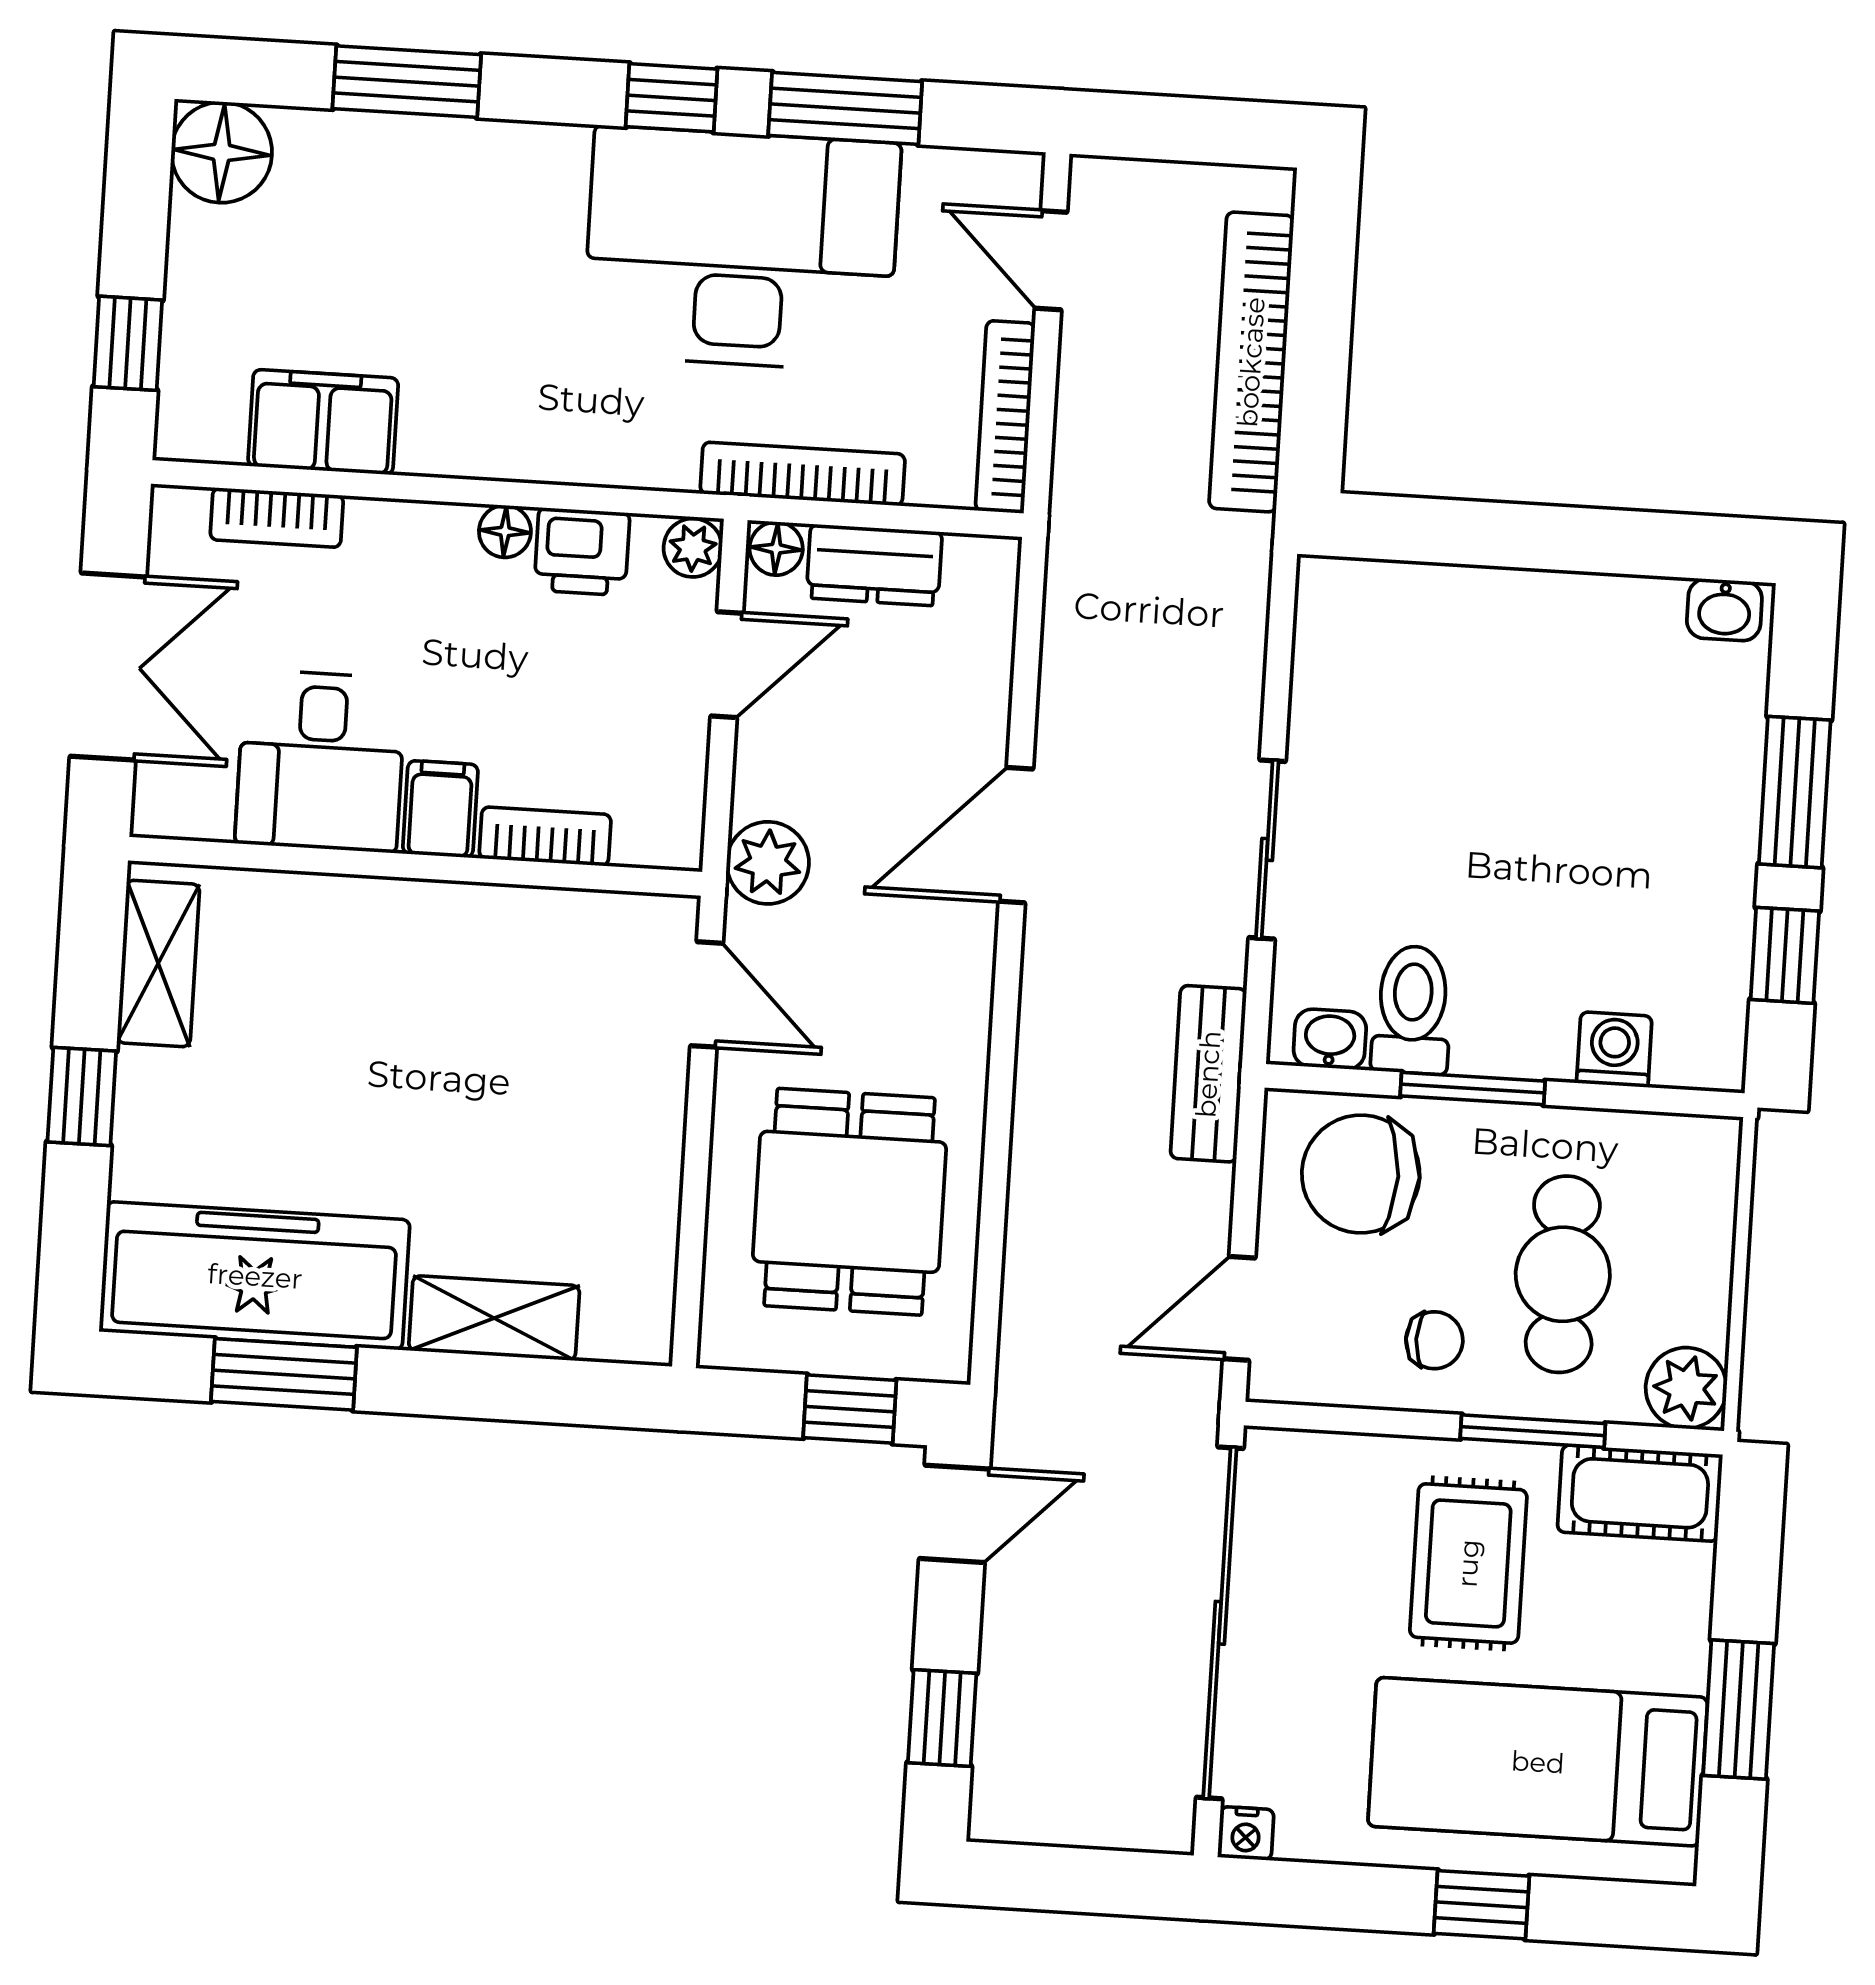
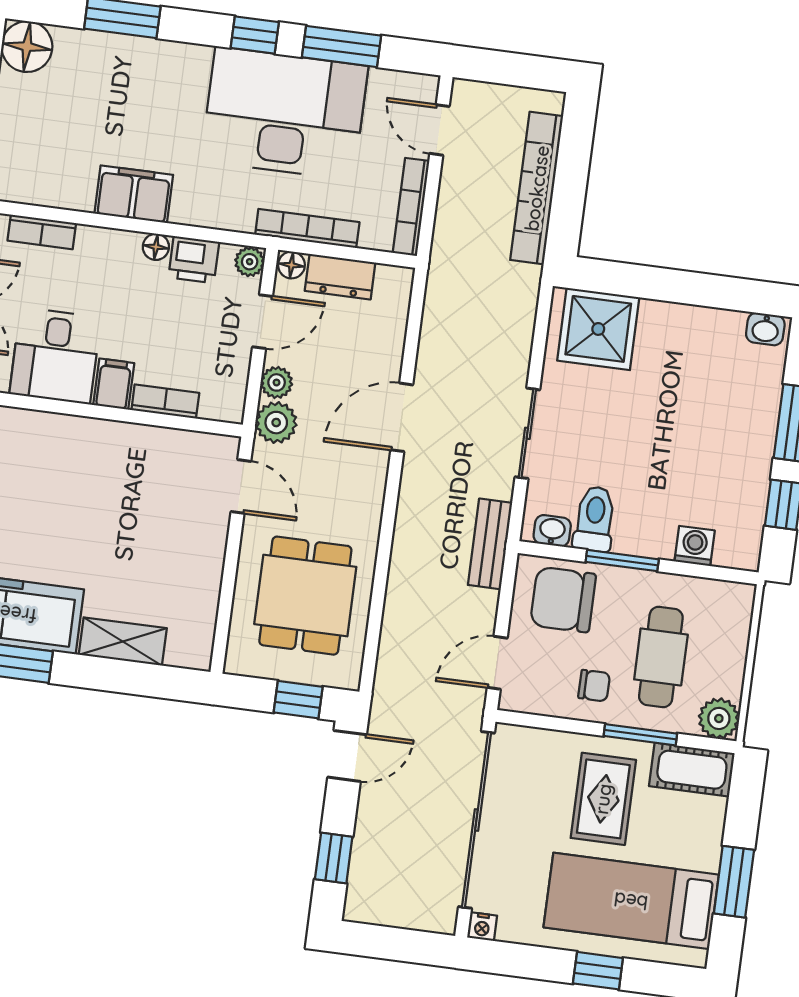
filing cabinet: (323, 422) -> (134, 194), moved
shower: (1393, 633) -> (598, 329), added
plant: (763, 783) -> (277, 382), added

